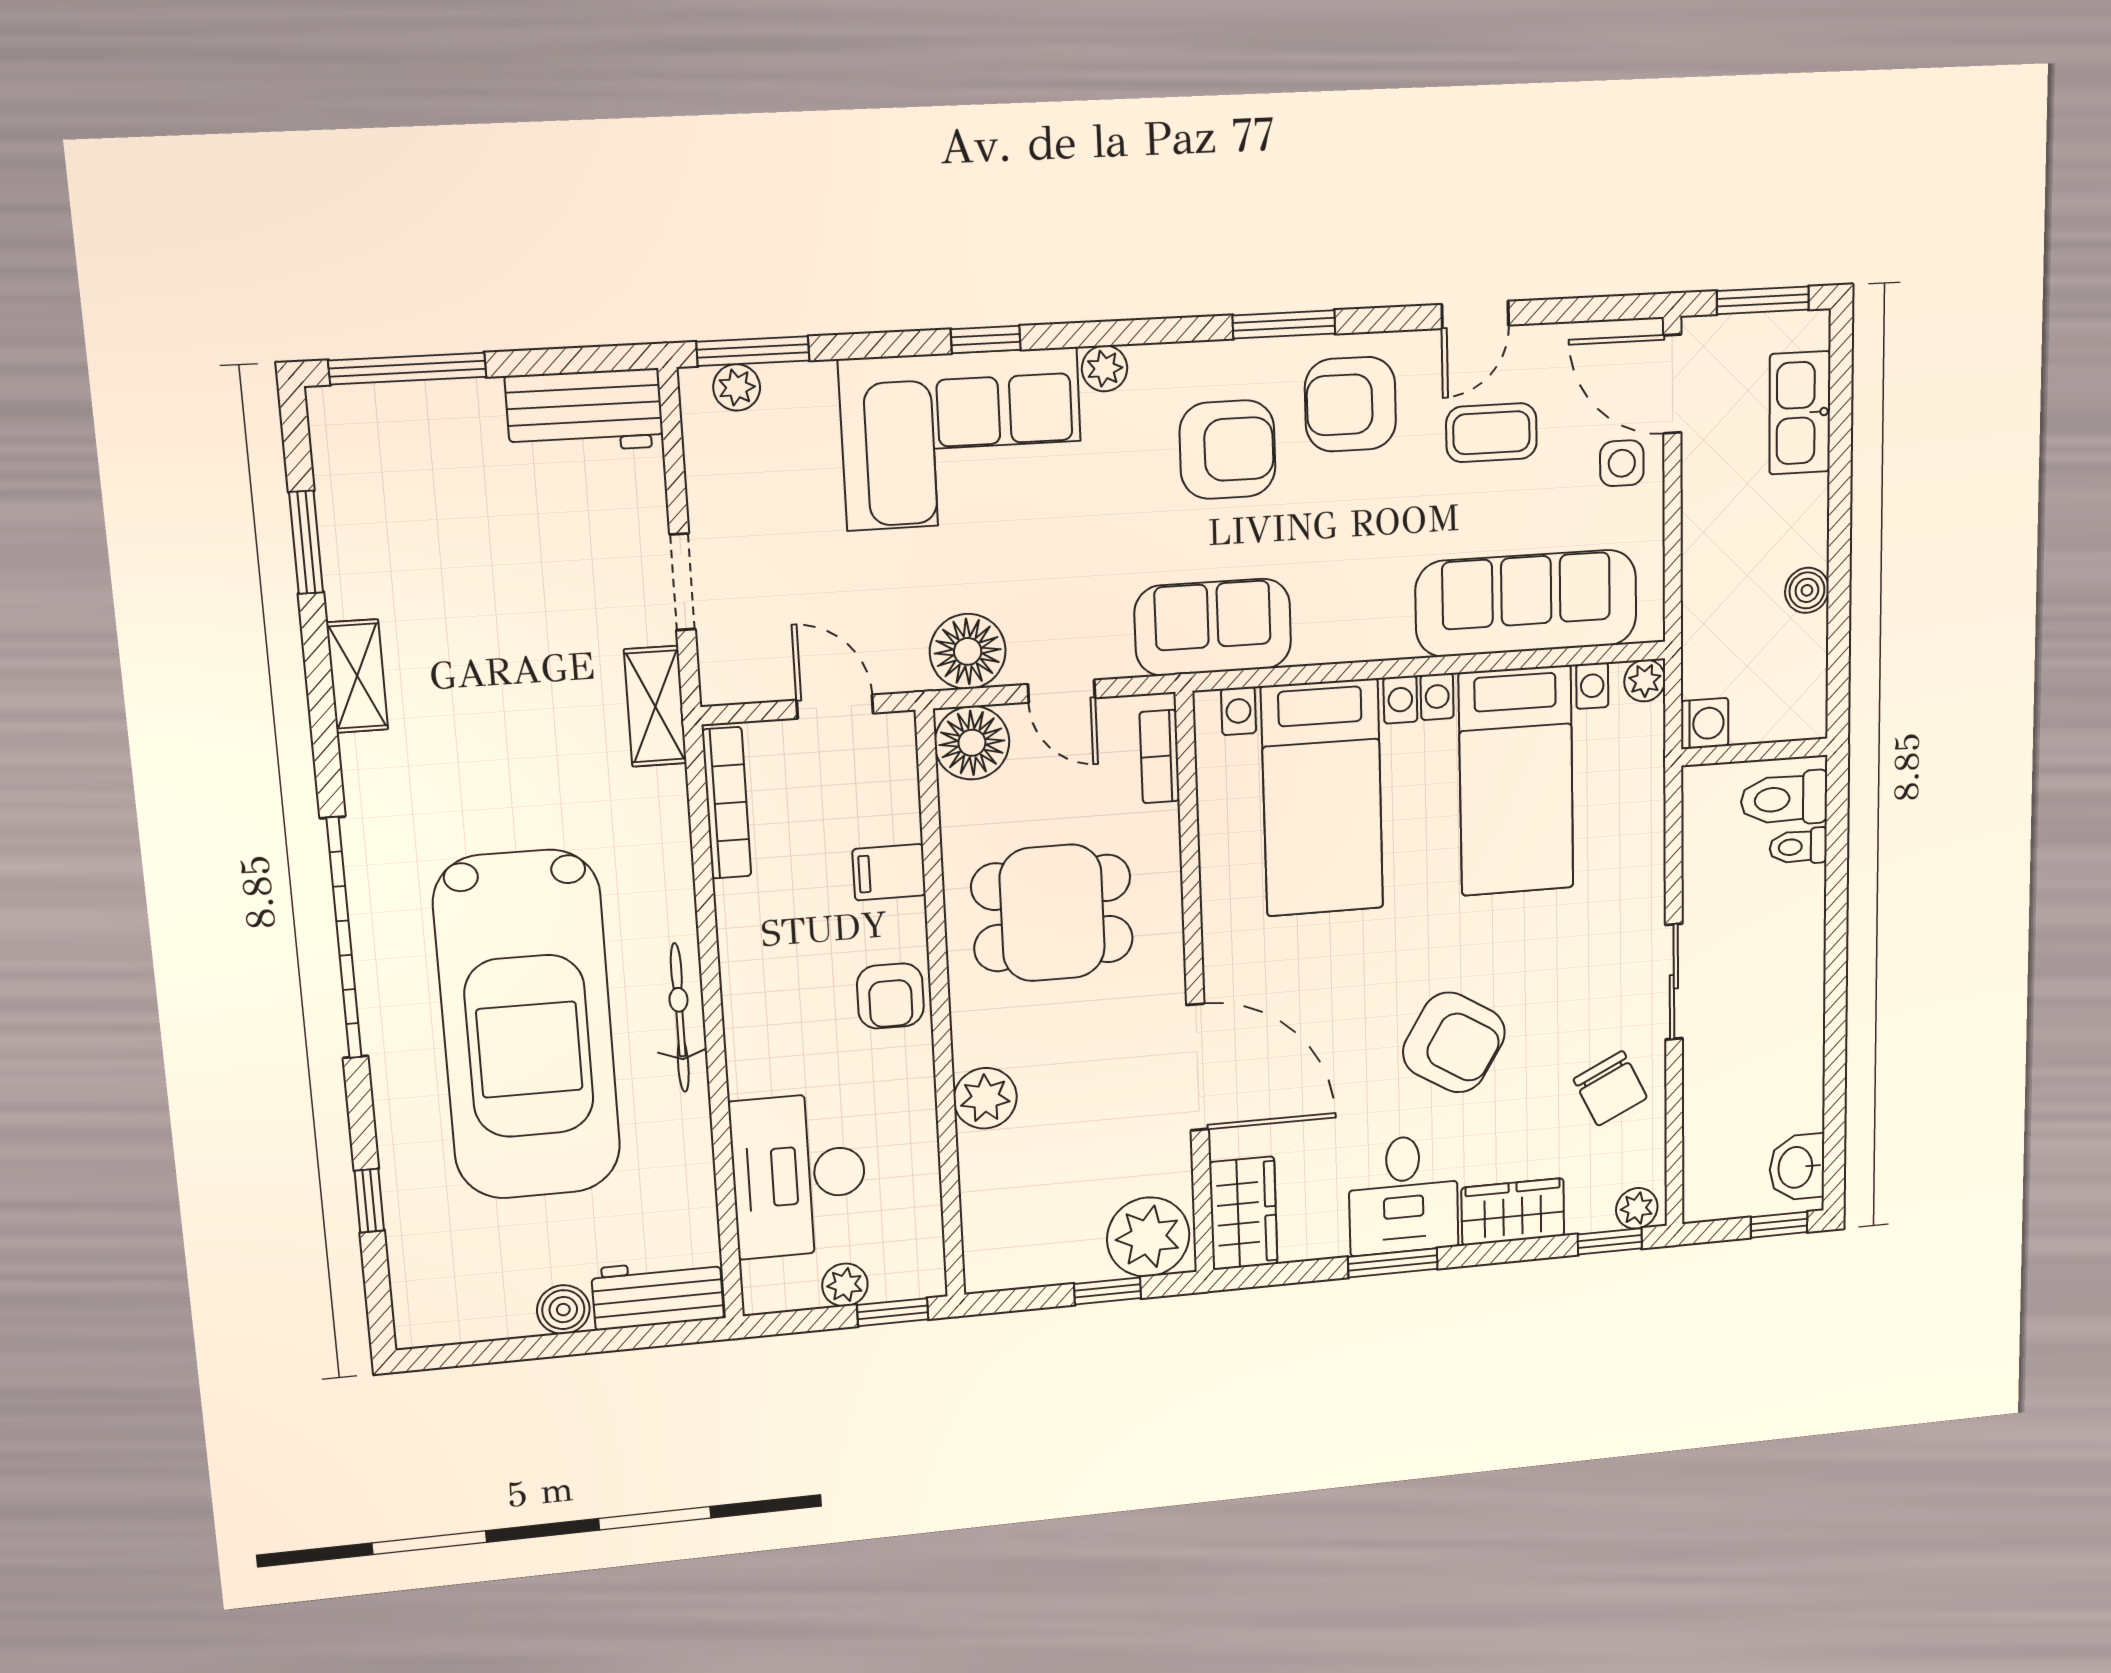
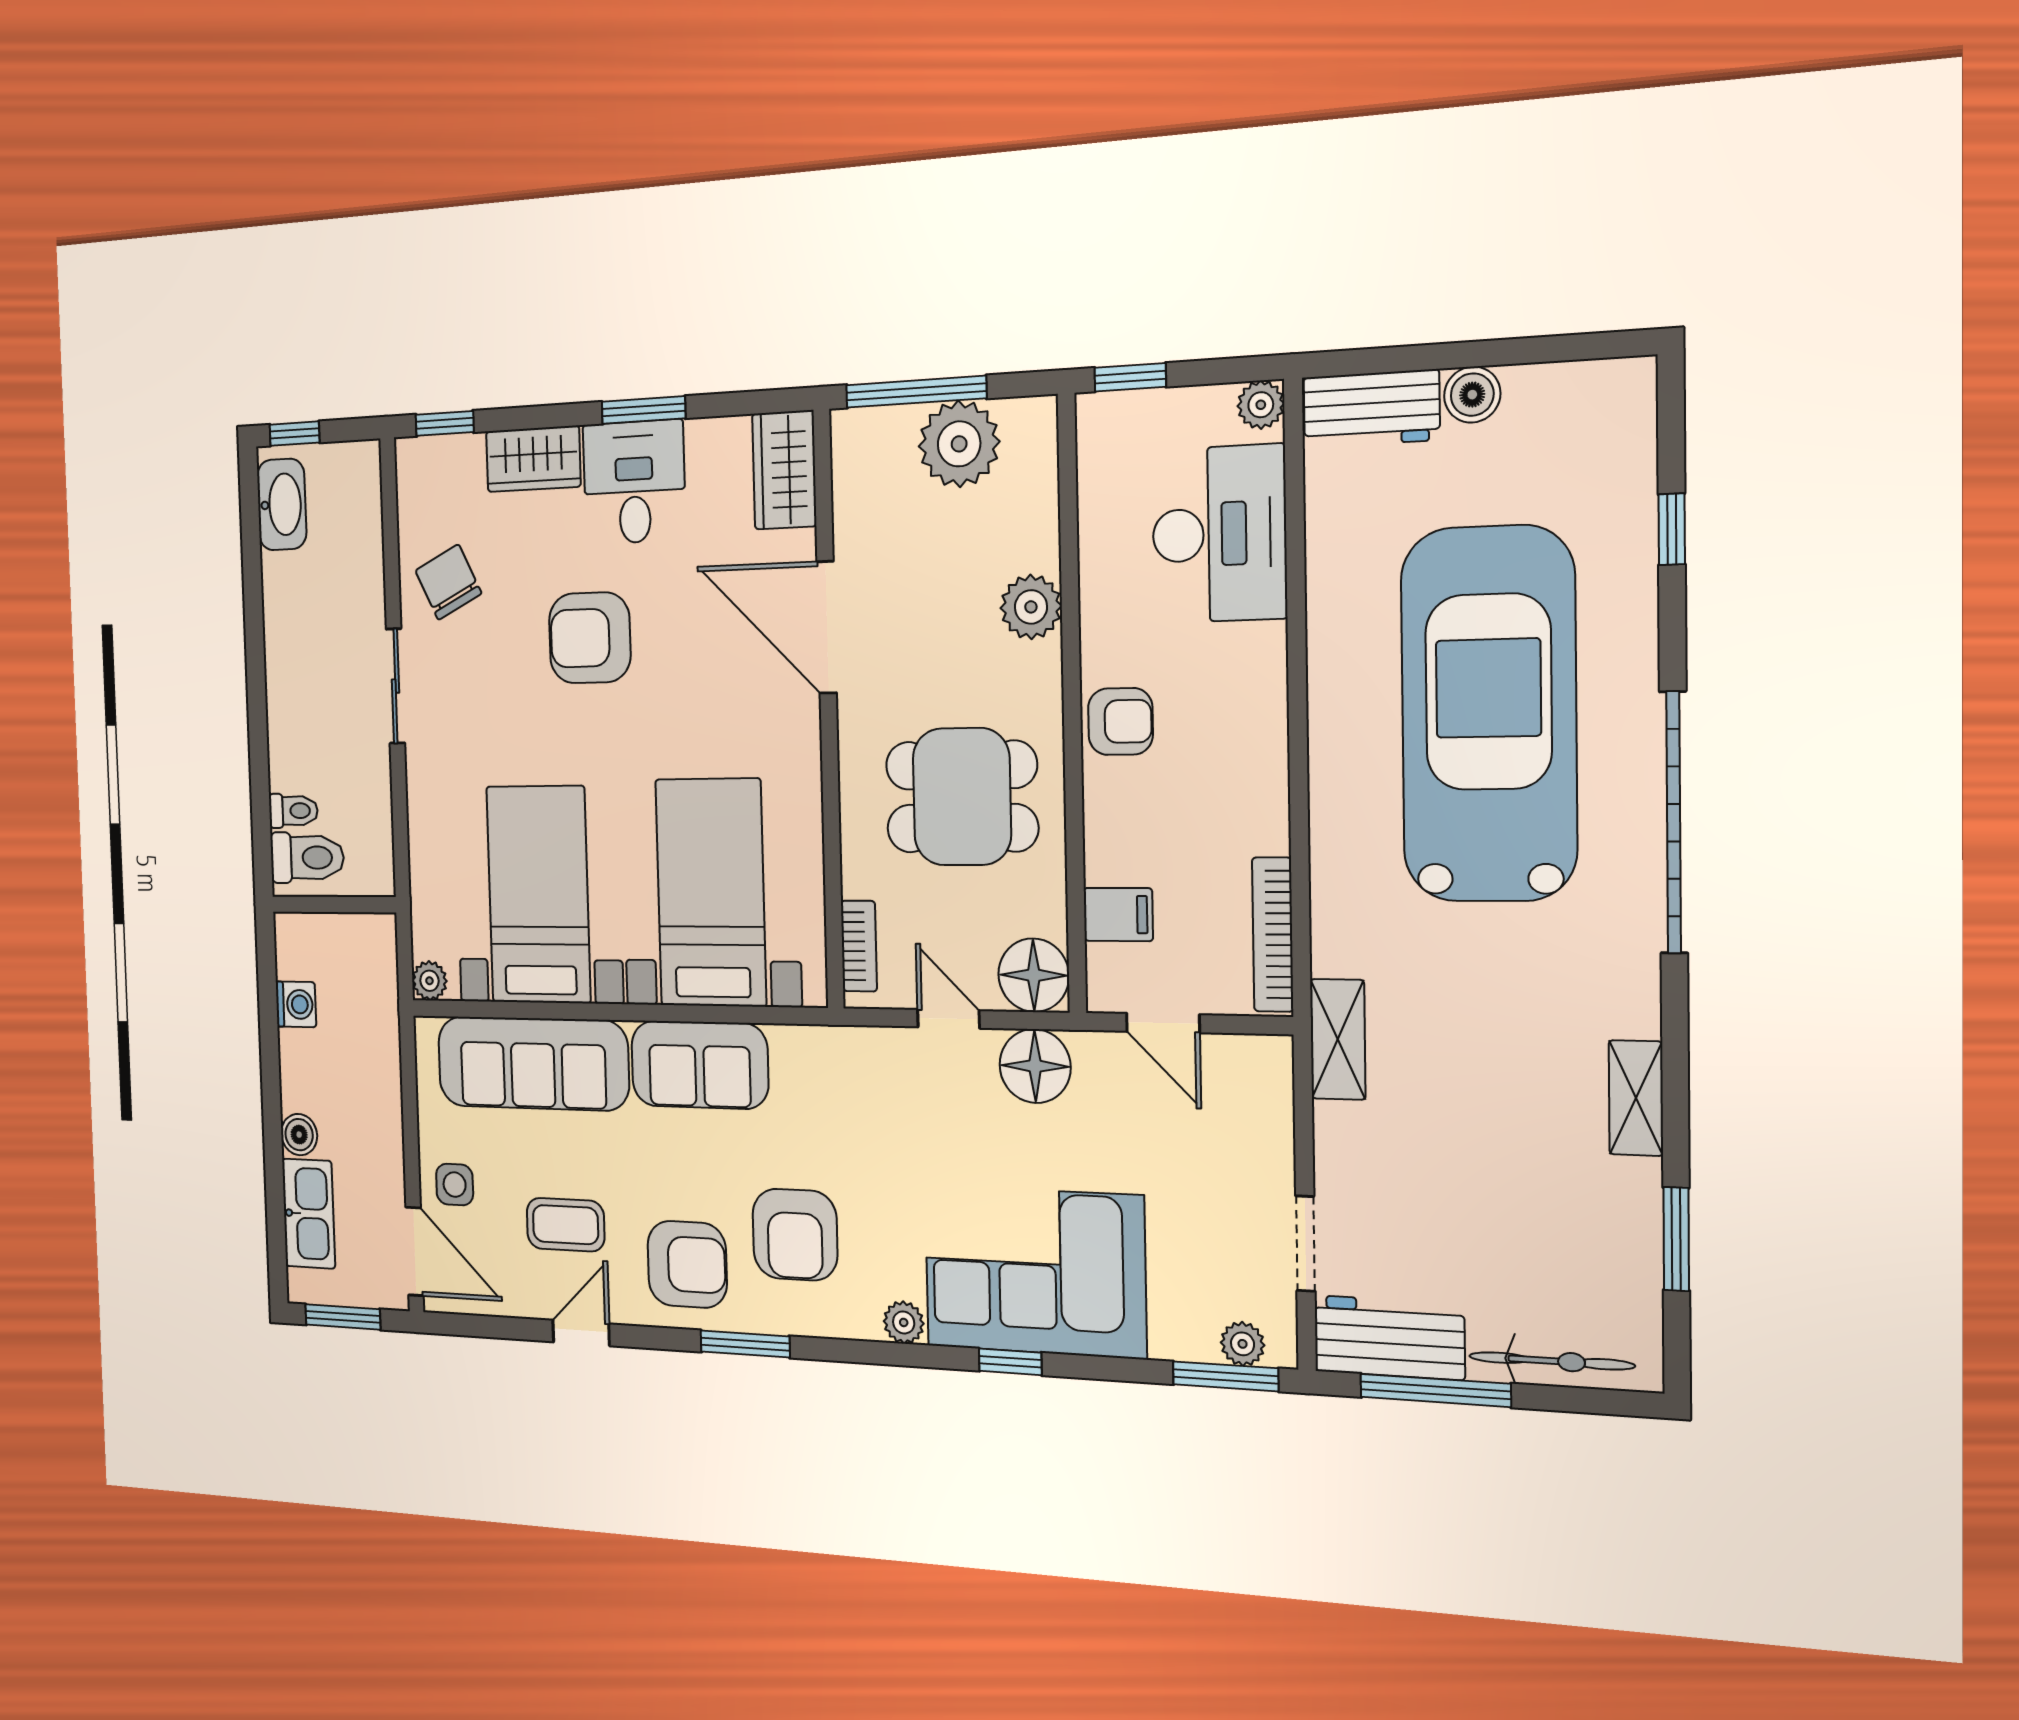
window: (407, 369) -> (1435, 1390), moved
armchair: (1228, 450) -> (795, 1235), turned -90
doorway: (683, 582) -> (1305, 1244), moved
boiler: (1807, 590) -> (299, 1135), moved
sofa: (1213, 627) -> (700, 1065), moved
washing machine: (1705, 723) -> (296, 1004), moved, turned 180
filing cabinet: (889, 872) -> (1118, 914), moved
armchair: (890, 996) -> (1120, 721), turned 90
bicycle: (680, 1018) -> (1552, 1361), moved, turned -90
armchair: (1454, 1042) -> (590, 638), turned -31
washbasin: (1797, 1167) -> (282, 504), width x1.38
plant: (1637, 1208) -> (421, 457), removed
plant: (1148, 1237) -> (959, 444), moved
plant: (845, 1285) -> (1261, 405), moved
window: (1108, 1291) -> (916, 392), width x2.17

